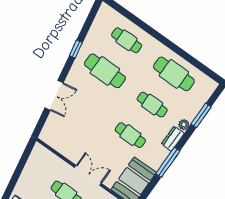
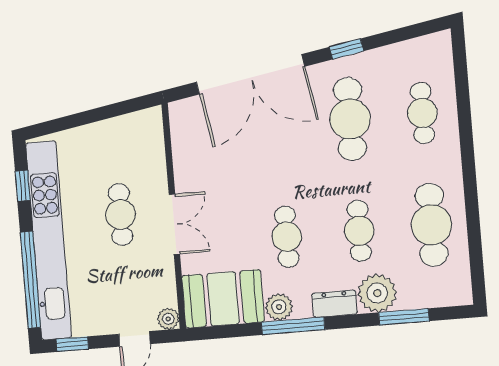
double door: (54, 95) -> (251, 74), width x1.87
plant: (184, 125) -> (377, 293), width x1.88, depth x1.88
plant: (156, 162) -> (279, 307), added

